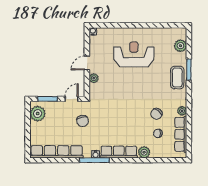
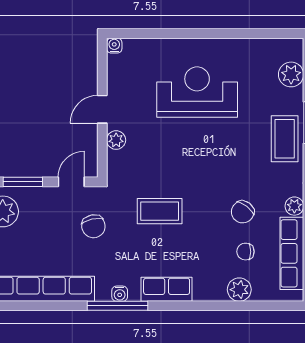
coffee table: (115, 113) -> (160, 211), added
row of seats: (119, 152) -> (167, 289), width x0.68
plant: (144, 152) -> (239, 290), moved

